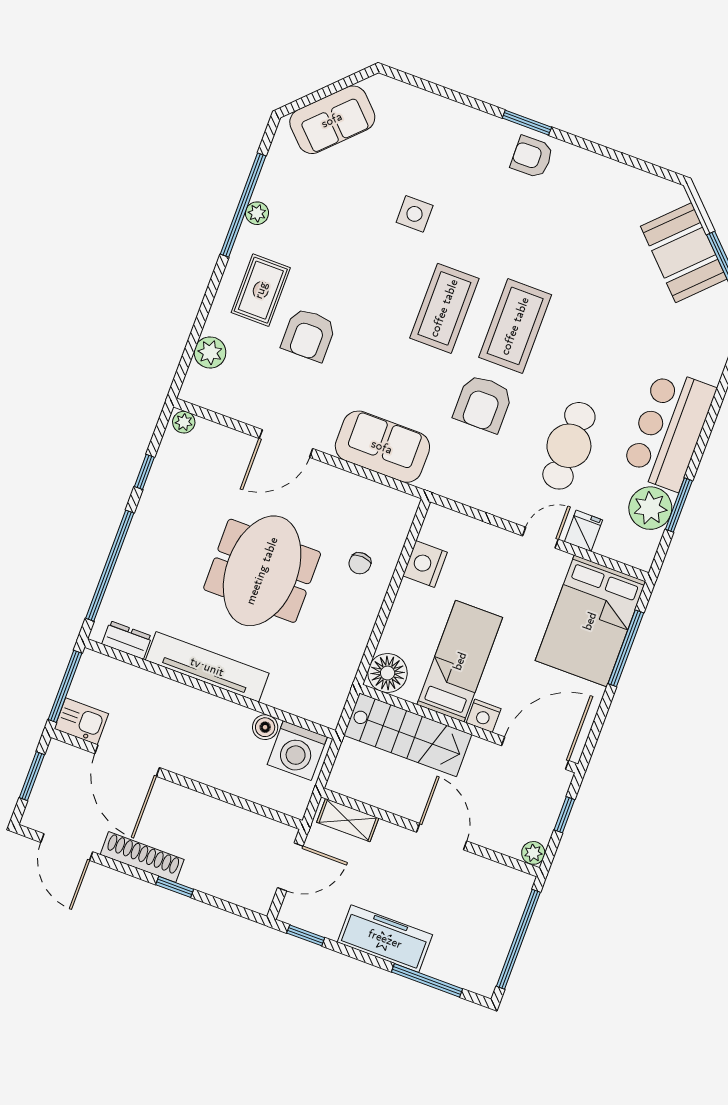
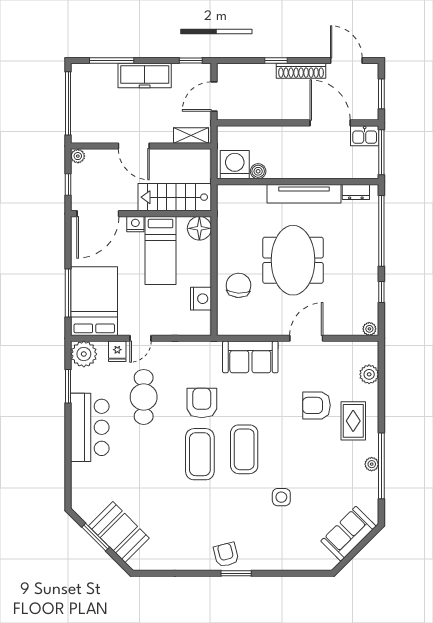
armchair: (532, 157) -> (226, 555), turned -103
armchair: (309, 335) -> (316, 405), turned -90
plant: (650, 508) -> (84, 354), moved
chair: (360, 563) -> (239, 285), width x1.87, depth x1.87

